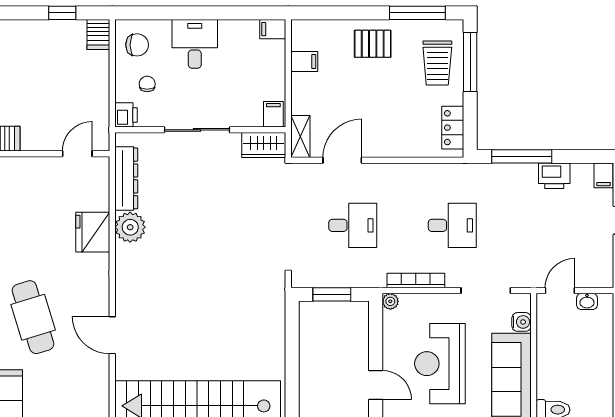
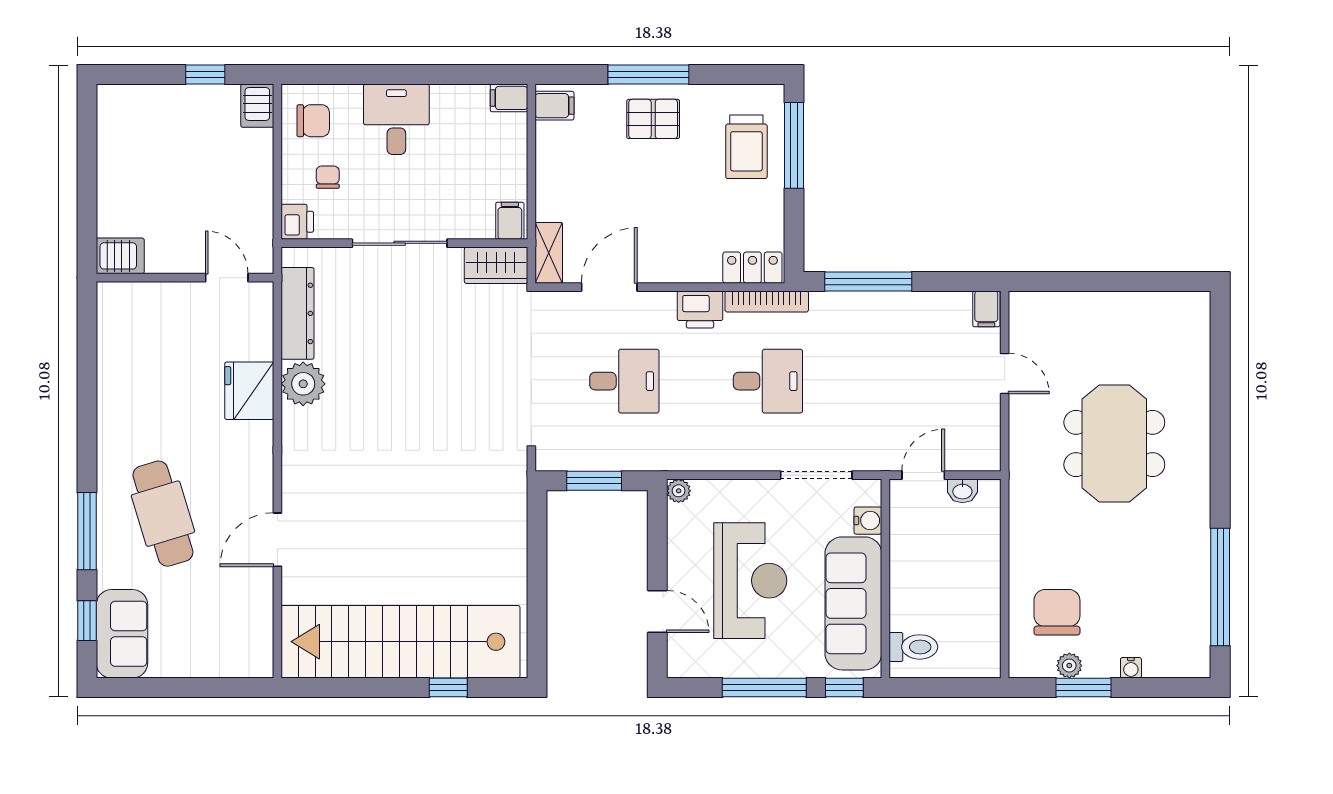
window: (417, 13) -> (648, 75), moved
filing cabinet: (304, 61) -> (554, 106), moved
locker: (453, 128) -> (752, 268), moved, turned 90
door: (77, 154) -> (227, 278), hinge flipped
printer: (554, 176) -> (700, 310), moved
bookcase: (416, 281) -> (767, 301), moved, turned 180
door: (112, 335) -> (277, 540), hinge flipped
reception desk: (440, 364) -> (750, 581), turned 180

